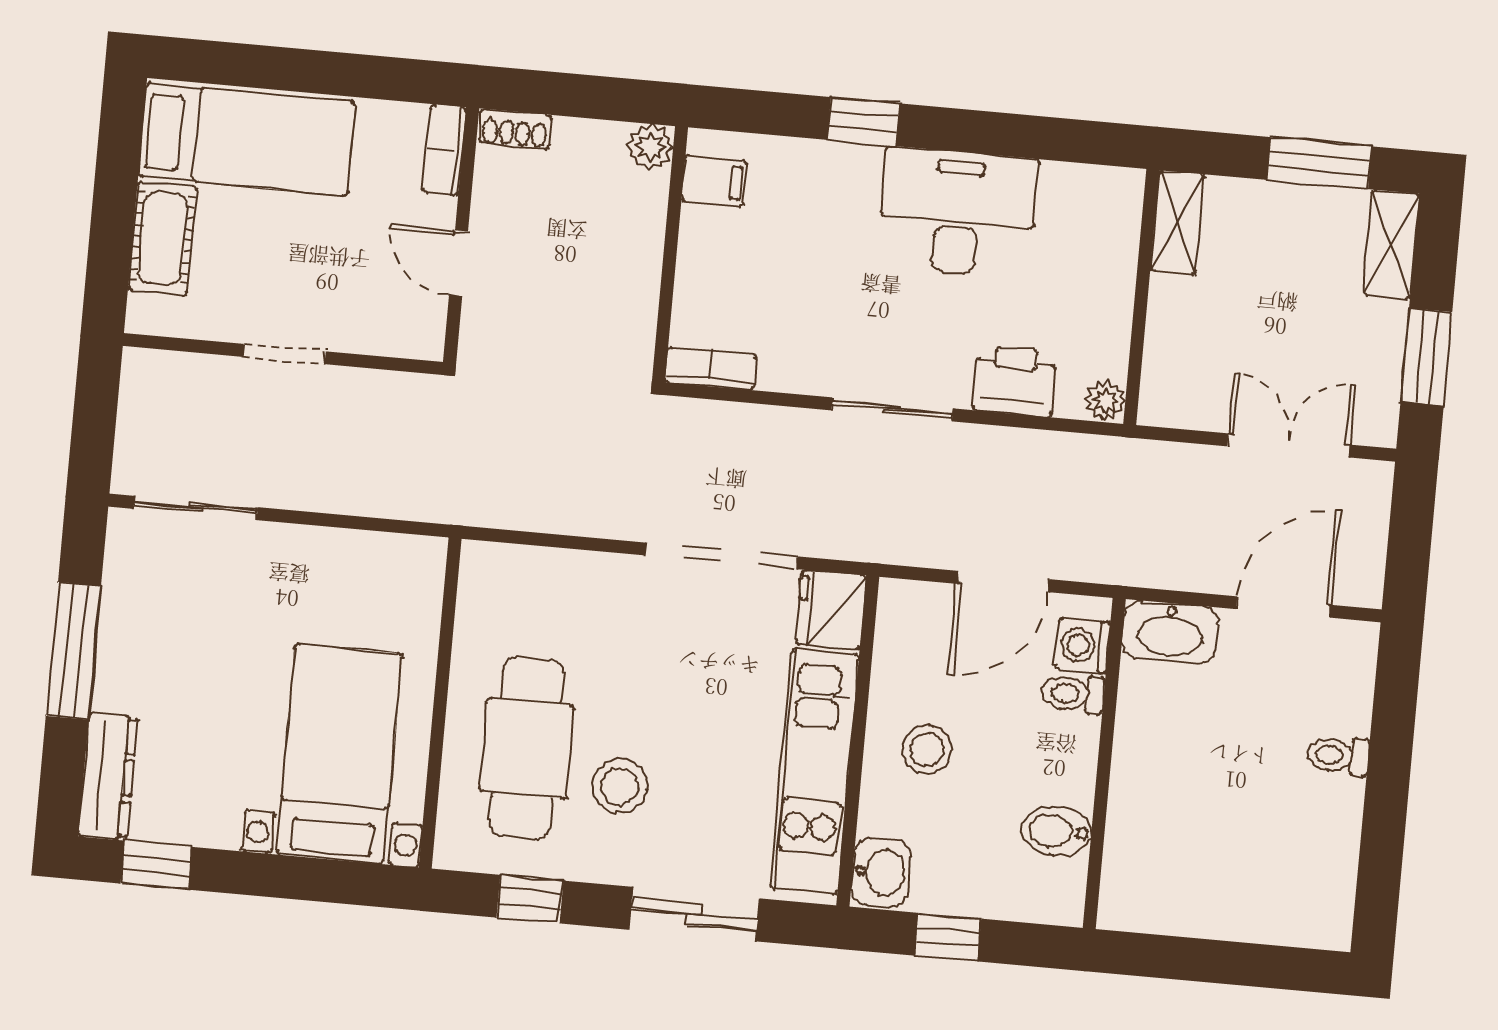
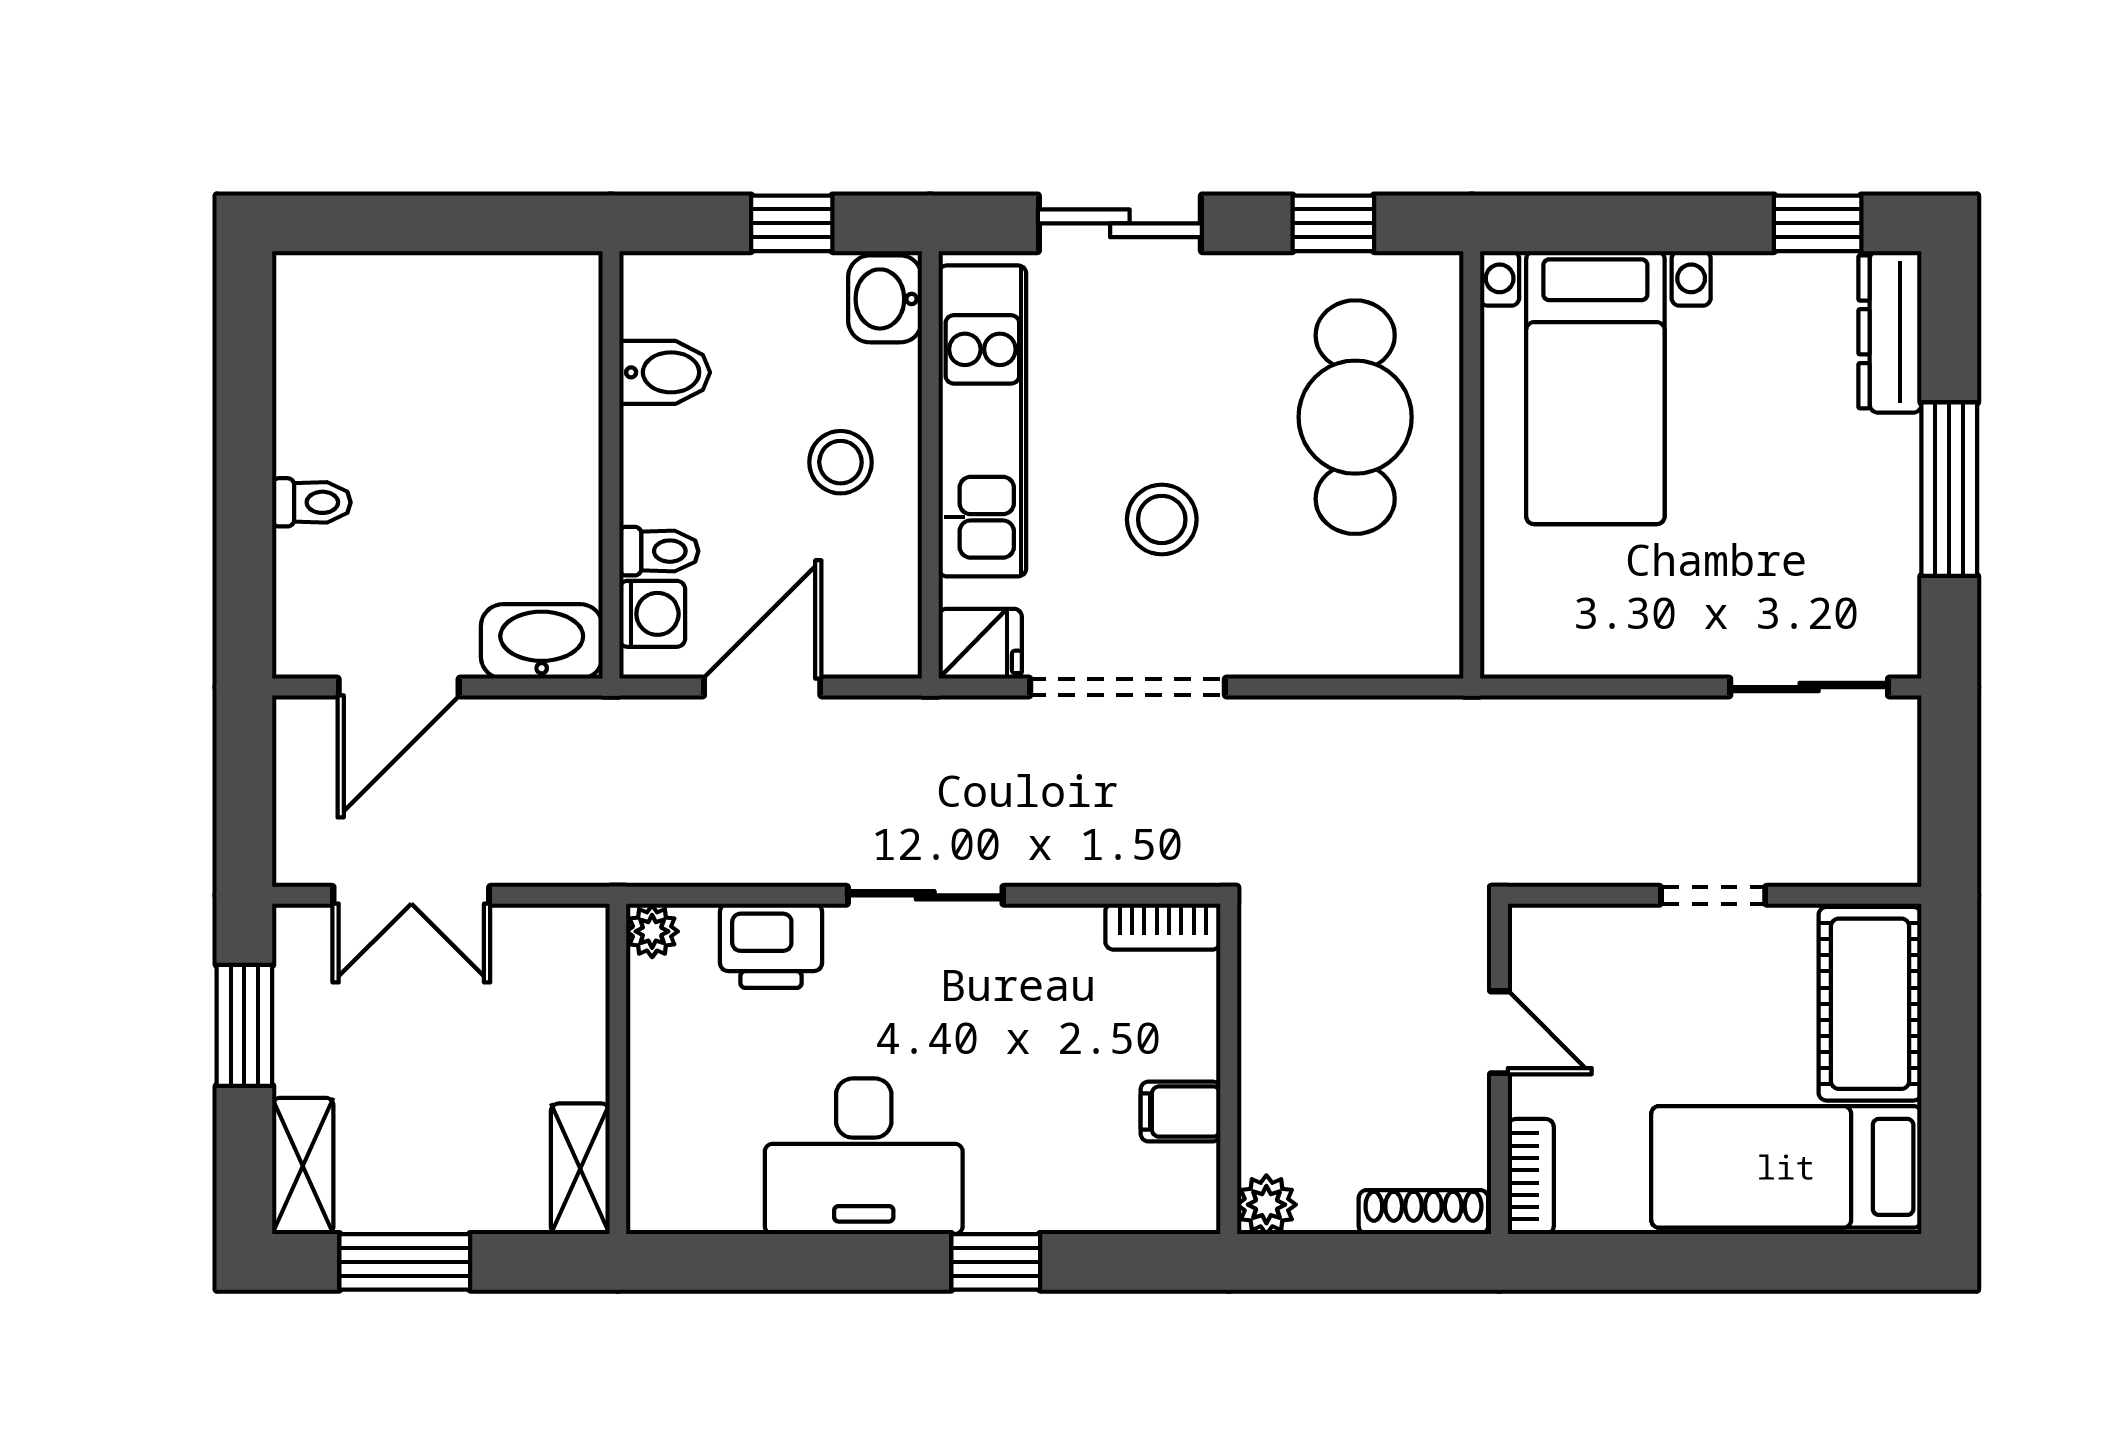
shoe rack: (515, 129) -> (1423, 1212), width x1.43
filing cabinet: (714, 181) -> (1181, 1112), moved
cot: (162, 238) -> (1870, 1004), width x1.37, depth x1.34
fridge: (831, 610) -> (980, 644), width x0.72
stool: (620, 786) -> (1162, 519), moved

